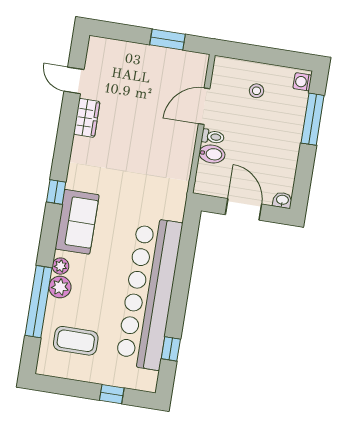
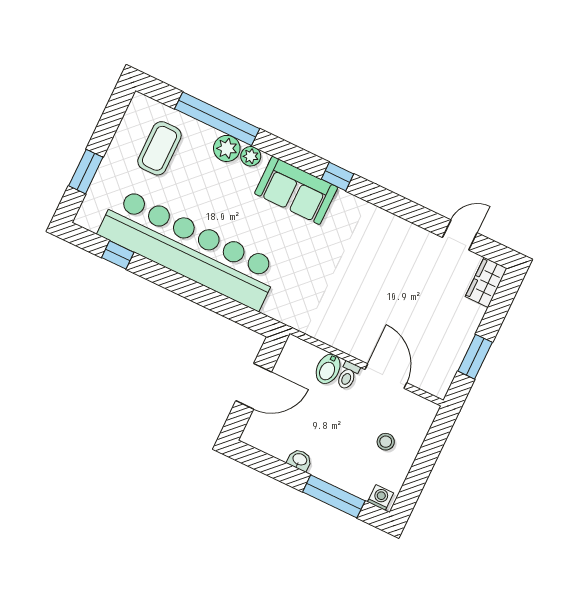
wardrobe: (87, 118) -> (486, 282), moved, turned 90
washbasin: (282, 200) -> (300, 460), moved, turned -90
window: (112, 394) -> (86, 172), width x1.50

